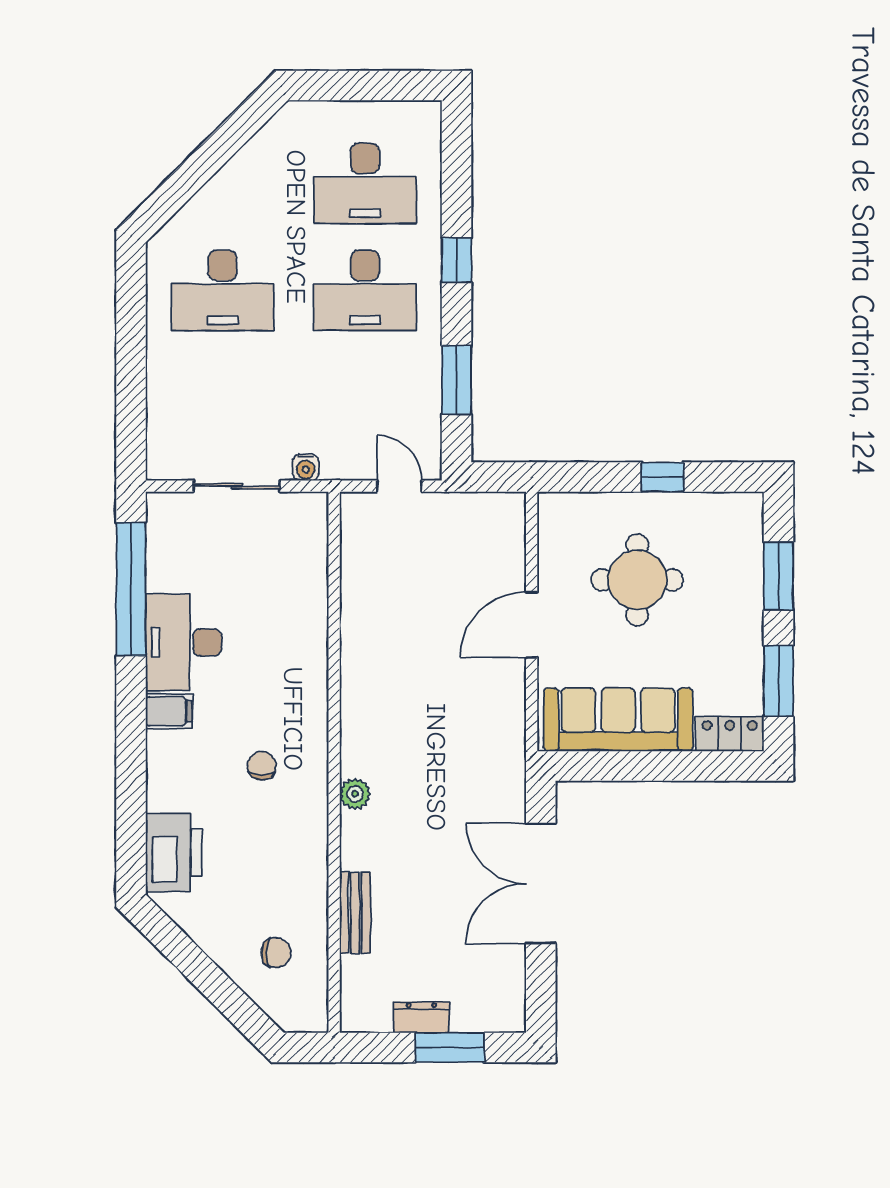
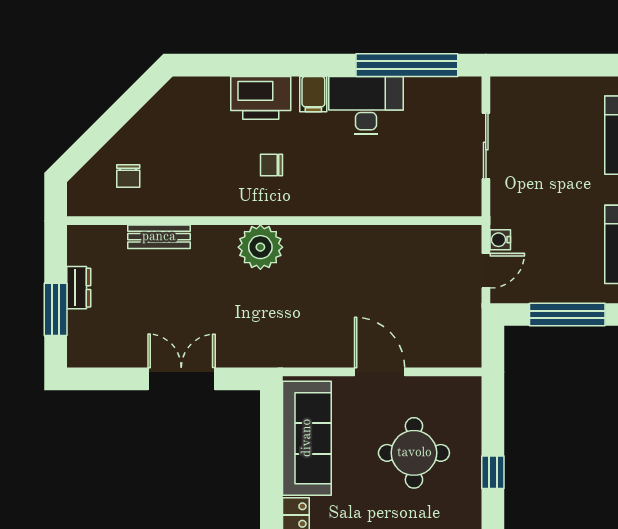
window: (457, 380) -> (567, 314), width x1.44
water cooler: (306, 467) -> (500, 240), moved
chair: (262, 766) -> (271, 165), turned 180
plant: (355, 794) -> (260, 247), width x1.87, depth x1.87
printer: (174, 853) -> (261, 98), moved
double door: (541, 883) -> (181, 379), width x0.73

